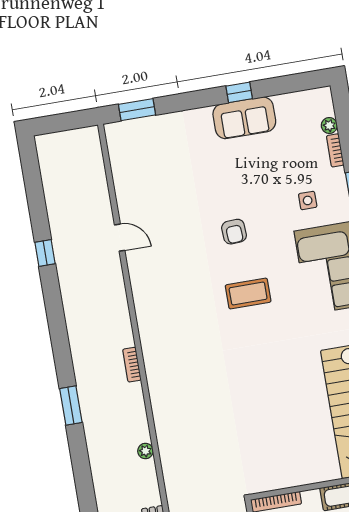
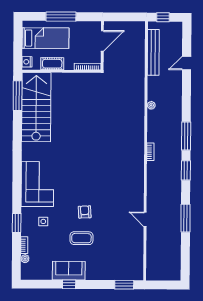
window: (45, 253) -> (185, 218), width x2.17
coffee table: (248, 294) -> (81, 238), moved
window: (60, 342) -> (186, 170), added
window: (71, 405) -> (186, 136), width x1.44

